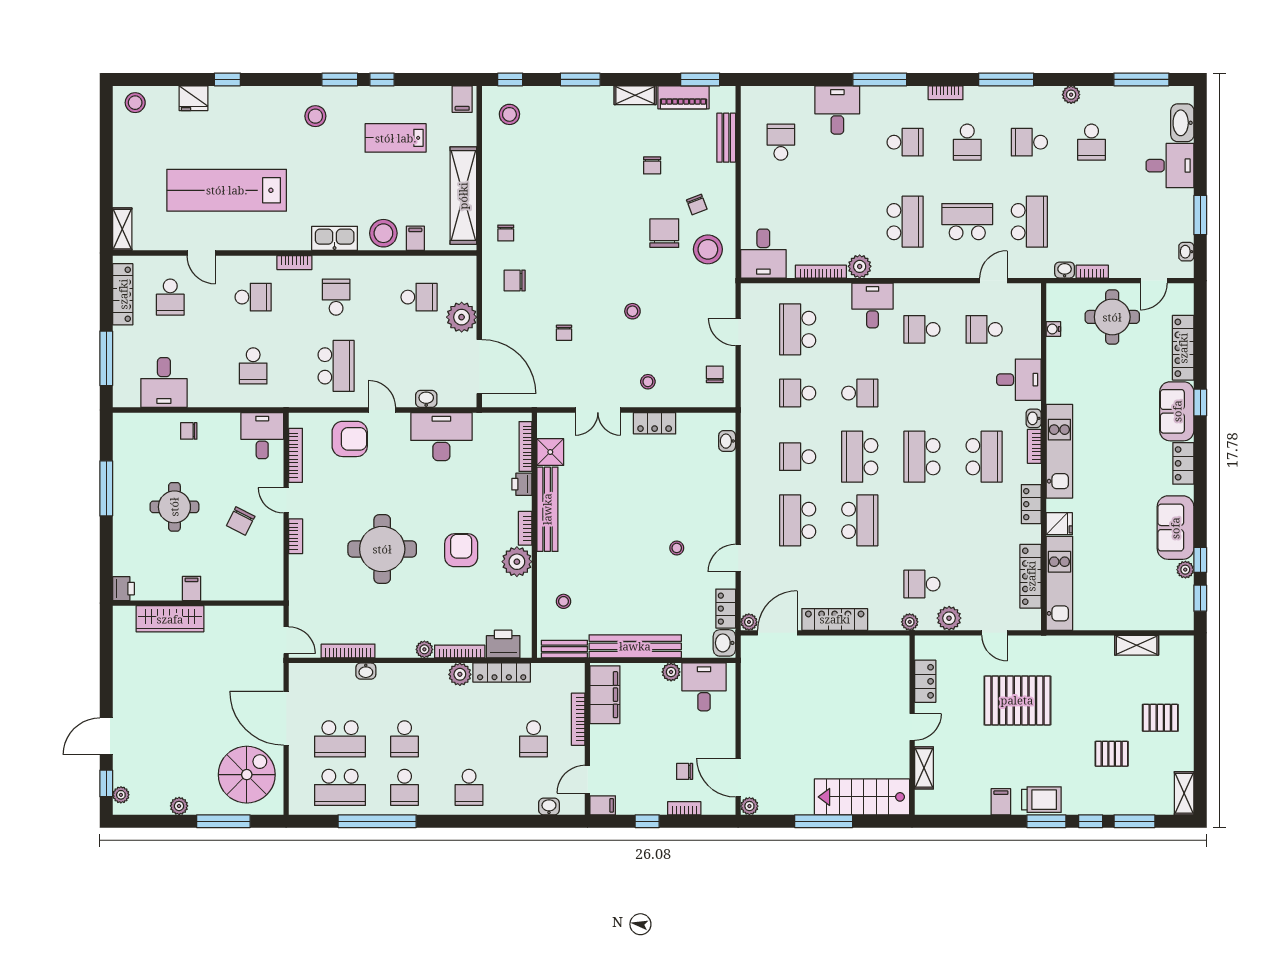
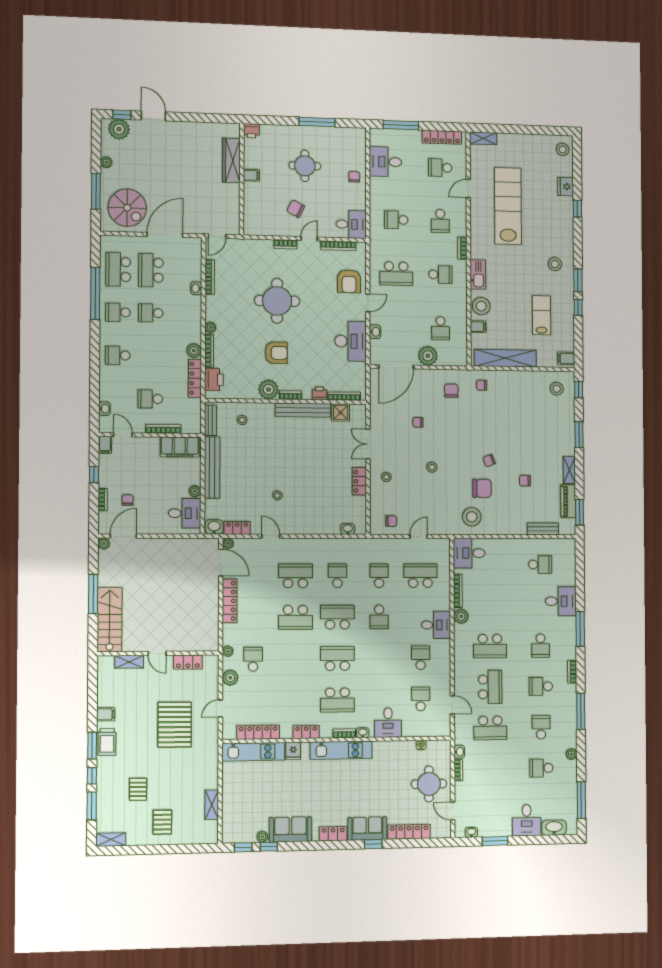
chair: (697, 205) -> (489, 461), moved
plant: (121, 795) -> (119, 129), width x1.88, depth x1.88

